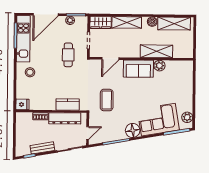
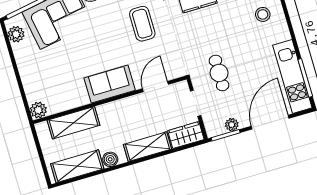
shelving: (156, 51) -> (73, 123), moved
plant: (160, 66) -> (38, 110), moved
stool: (30, 72) -> (263, 14), moved

